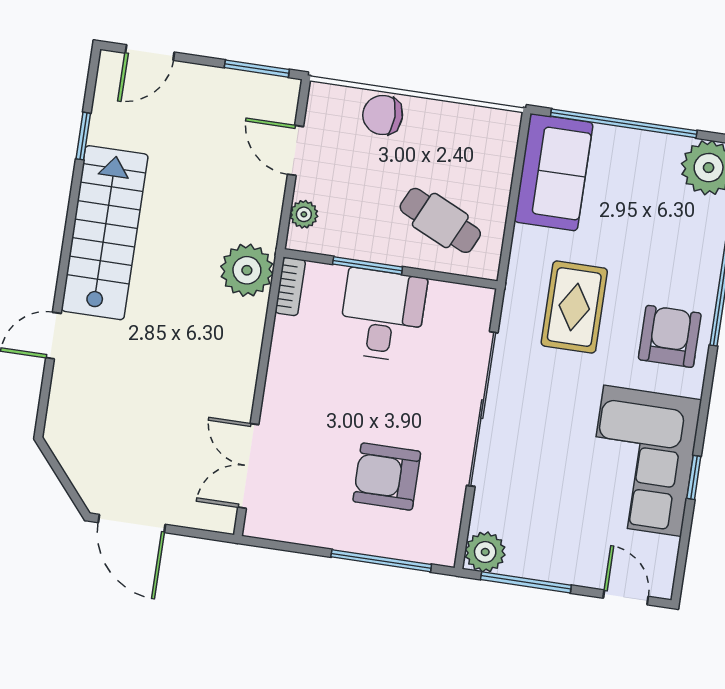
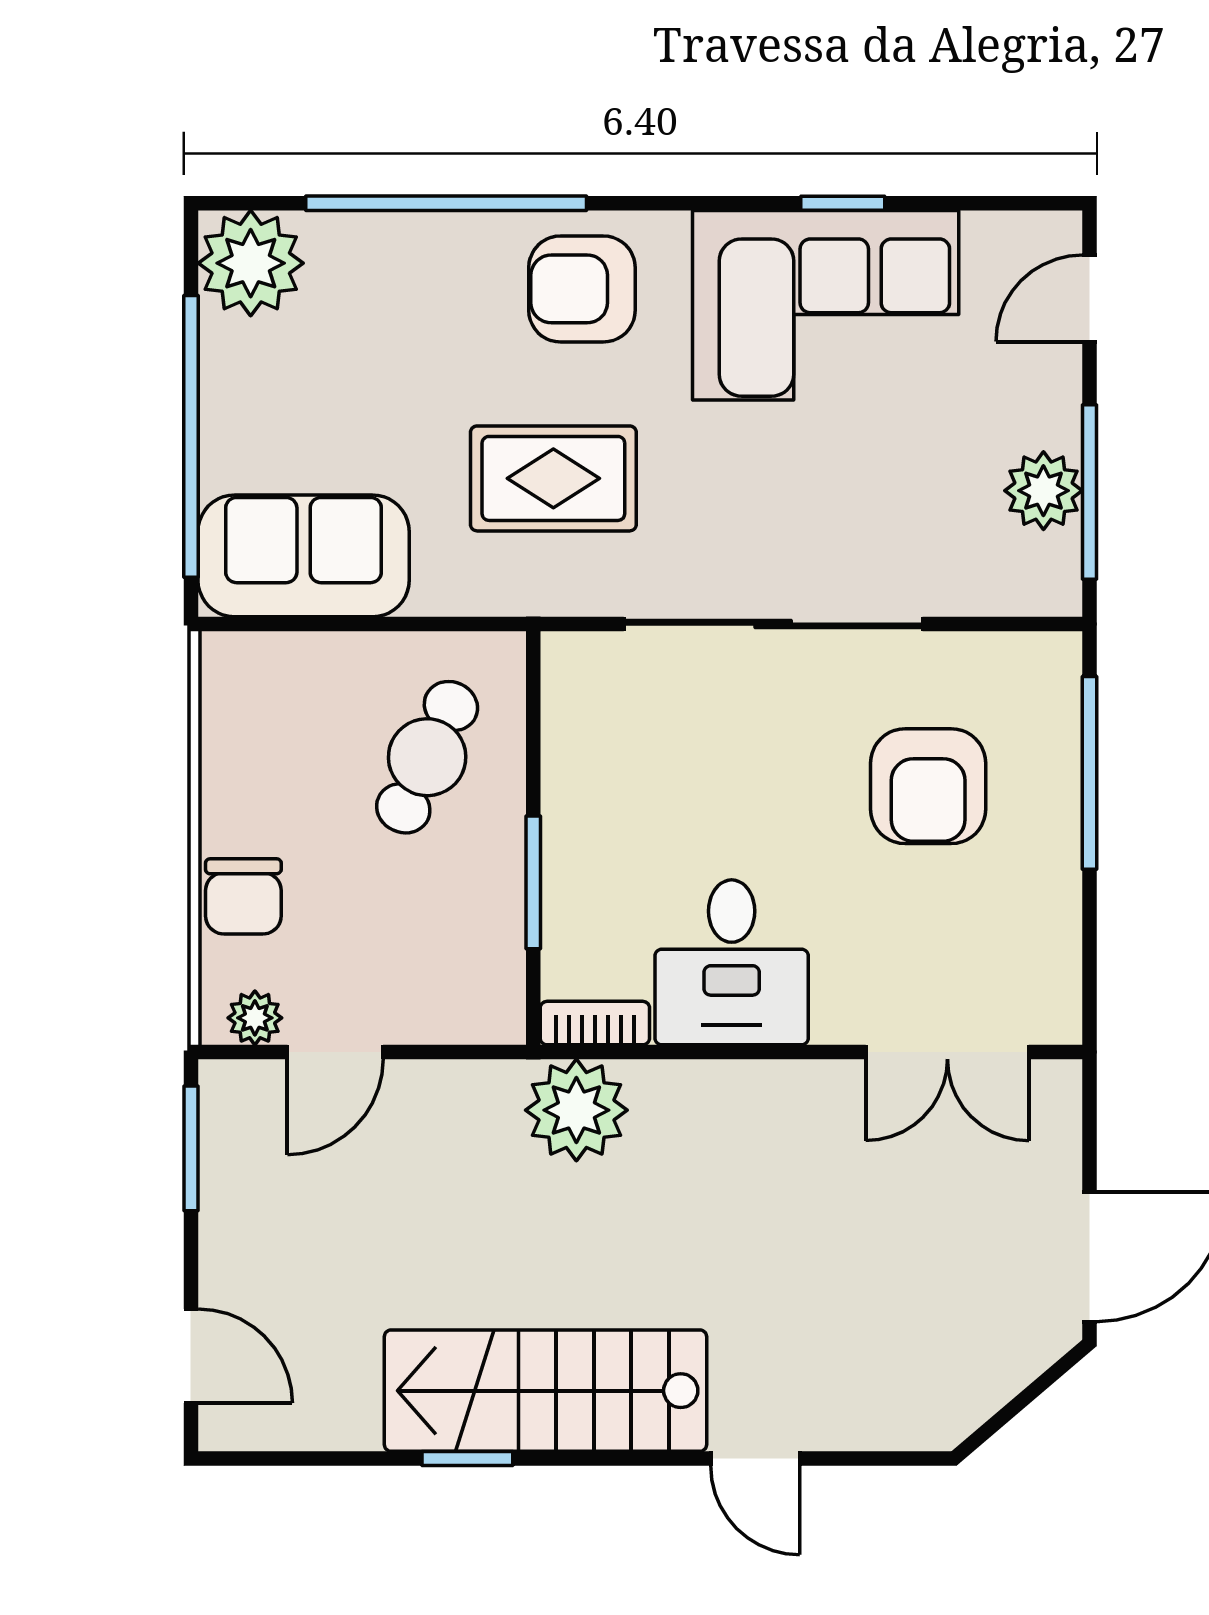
window: (83, 136) -> (467, 1458), moved
plant: (304, 214) -> (255, 1018), moved
desk: (382, 315) -> (732, 962), moved, turned -90
plant: (485, 552) -> (1043, 491), moved

